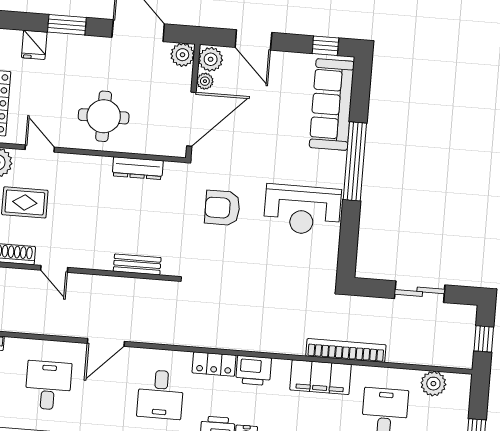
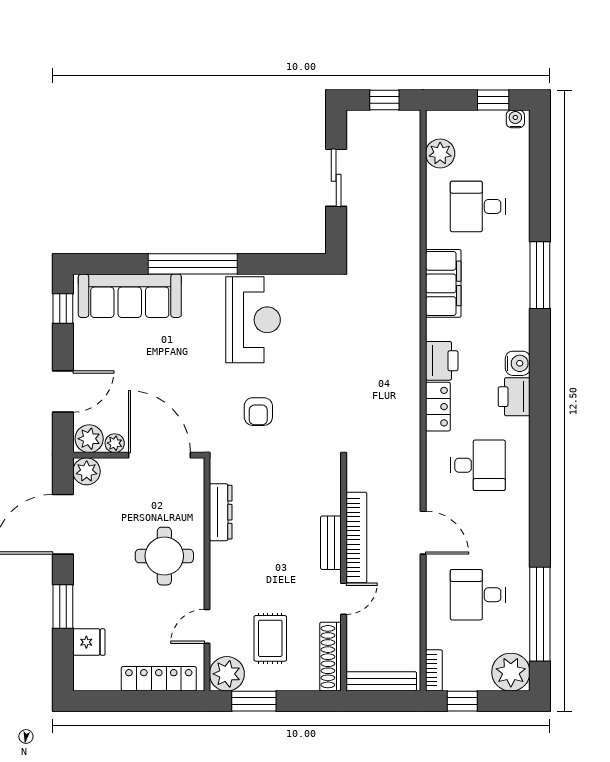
armchair: (222, 208) -> (258, 412), width x0.72, depth x0.72
bench: (137, 264) -> (331, 543), moved
bookcase: (346, 350) -> (356, 538), moved, turned 180

